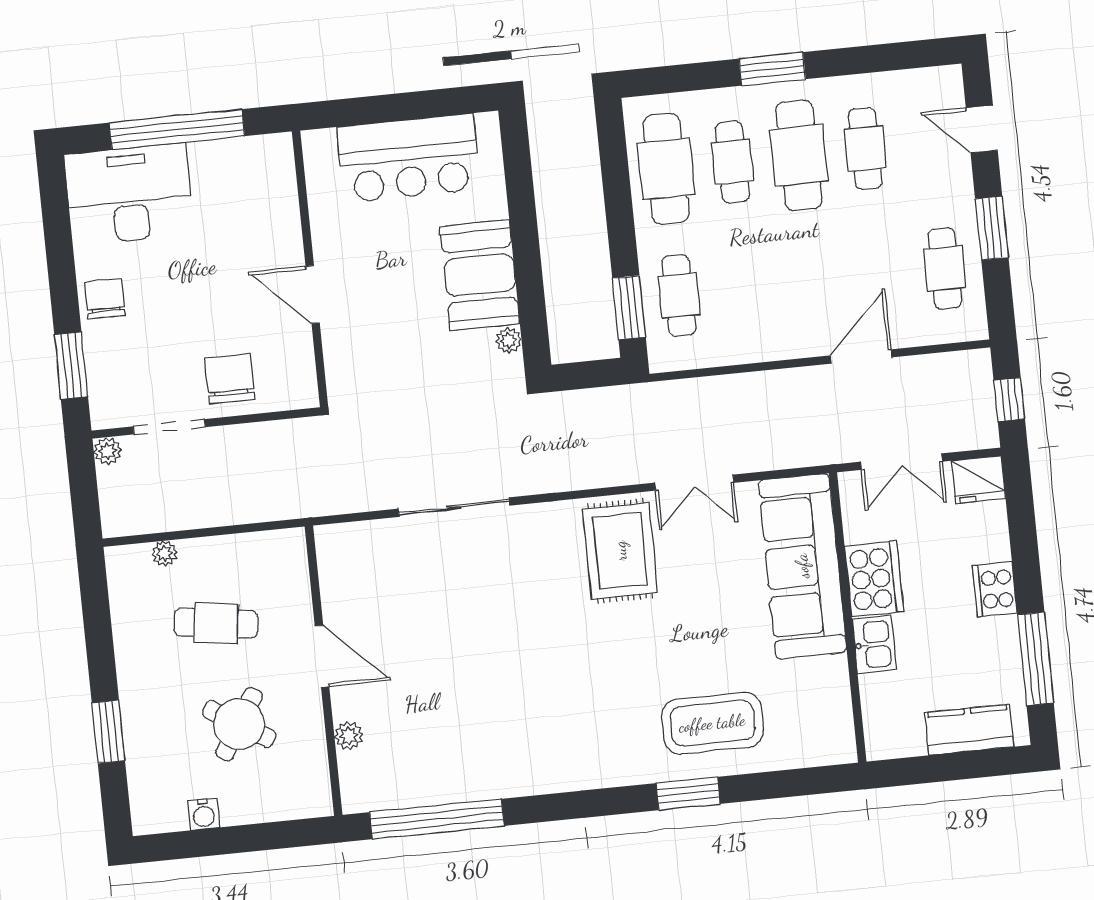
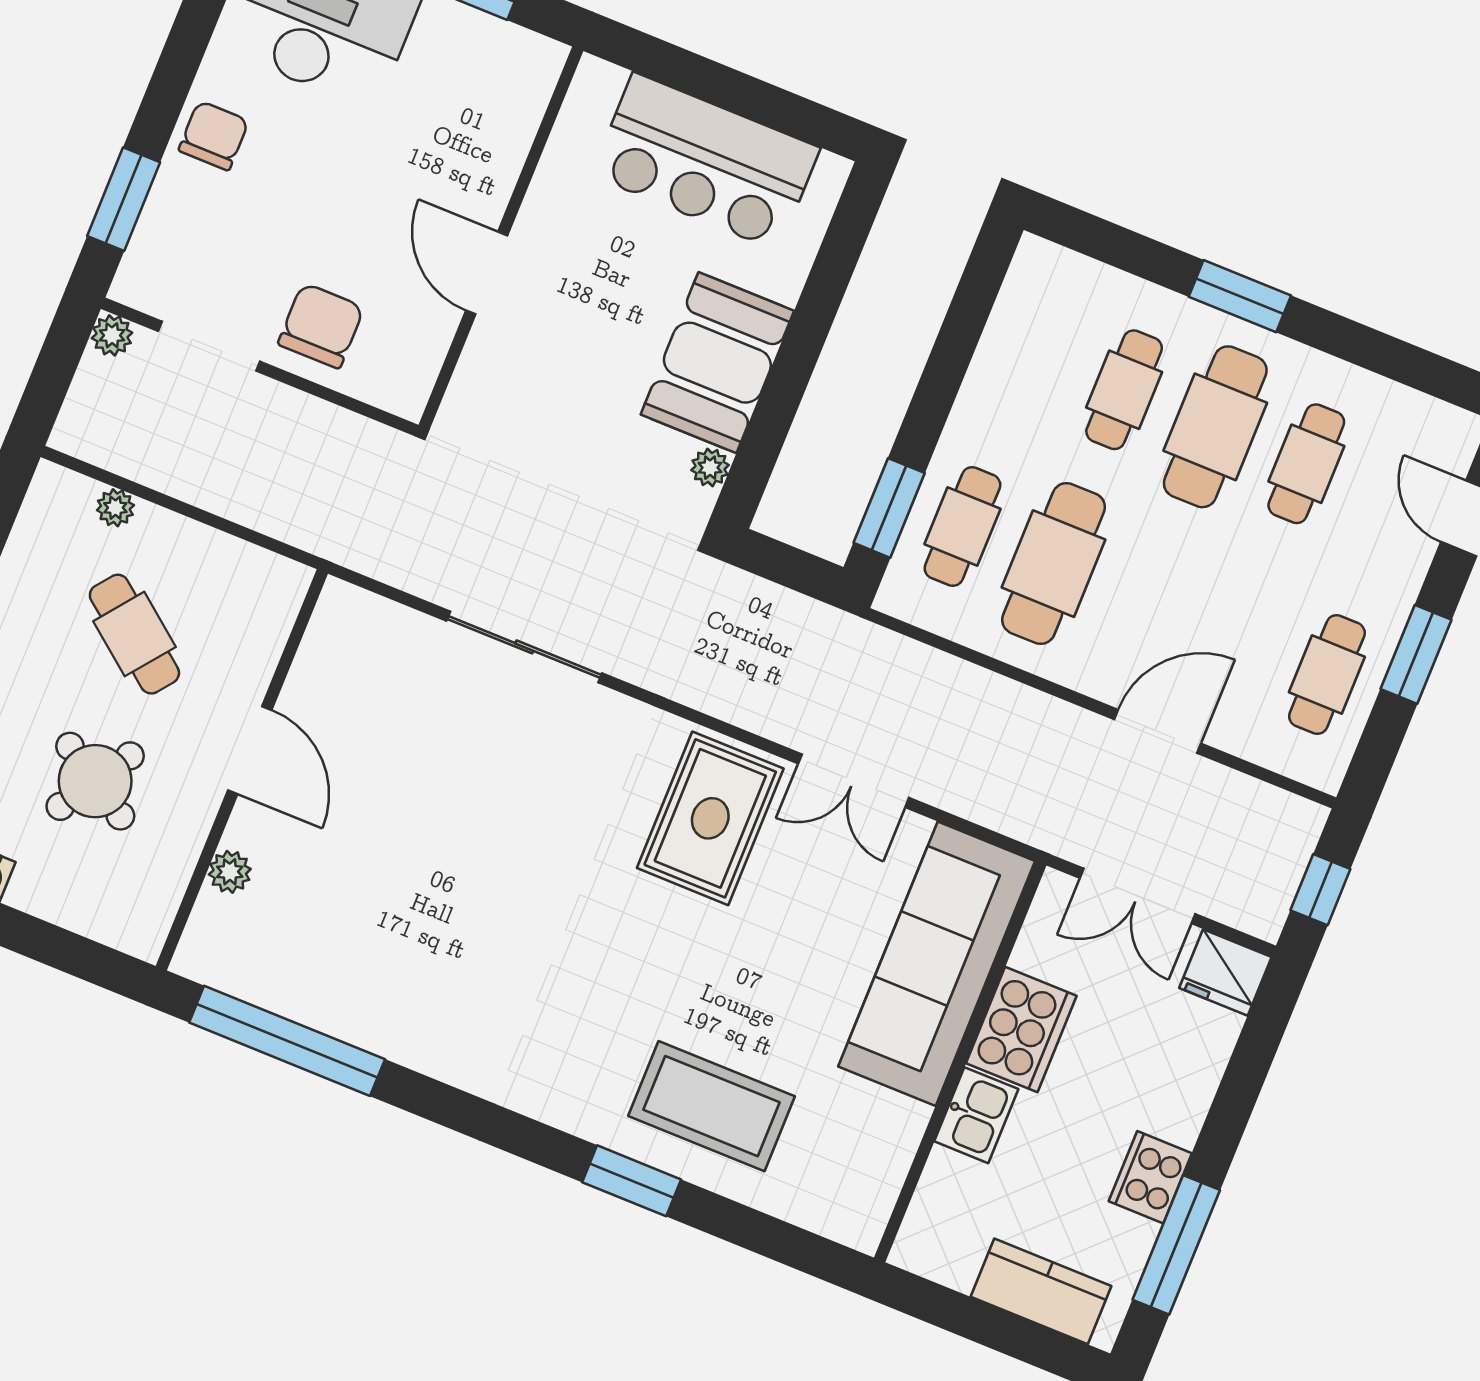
cafe table: (666, 169) -> (1054, 564), moved
cooker: (995, 589) -> (1150, 1177), moved
cafe table: (216, 623) -> (134, 634), turned 30

